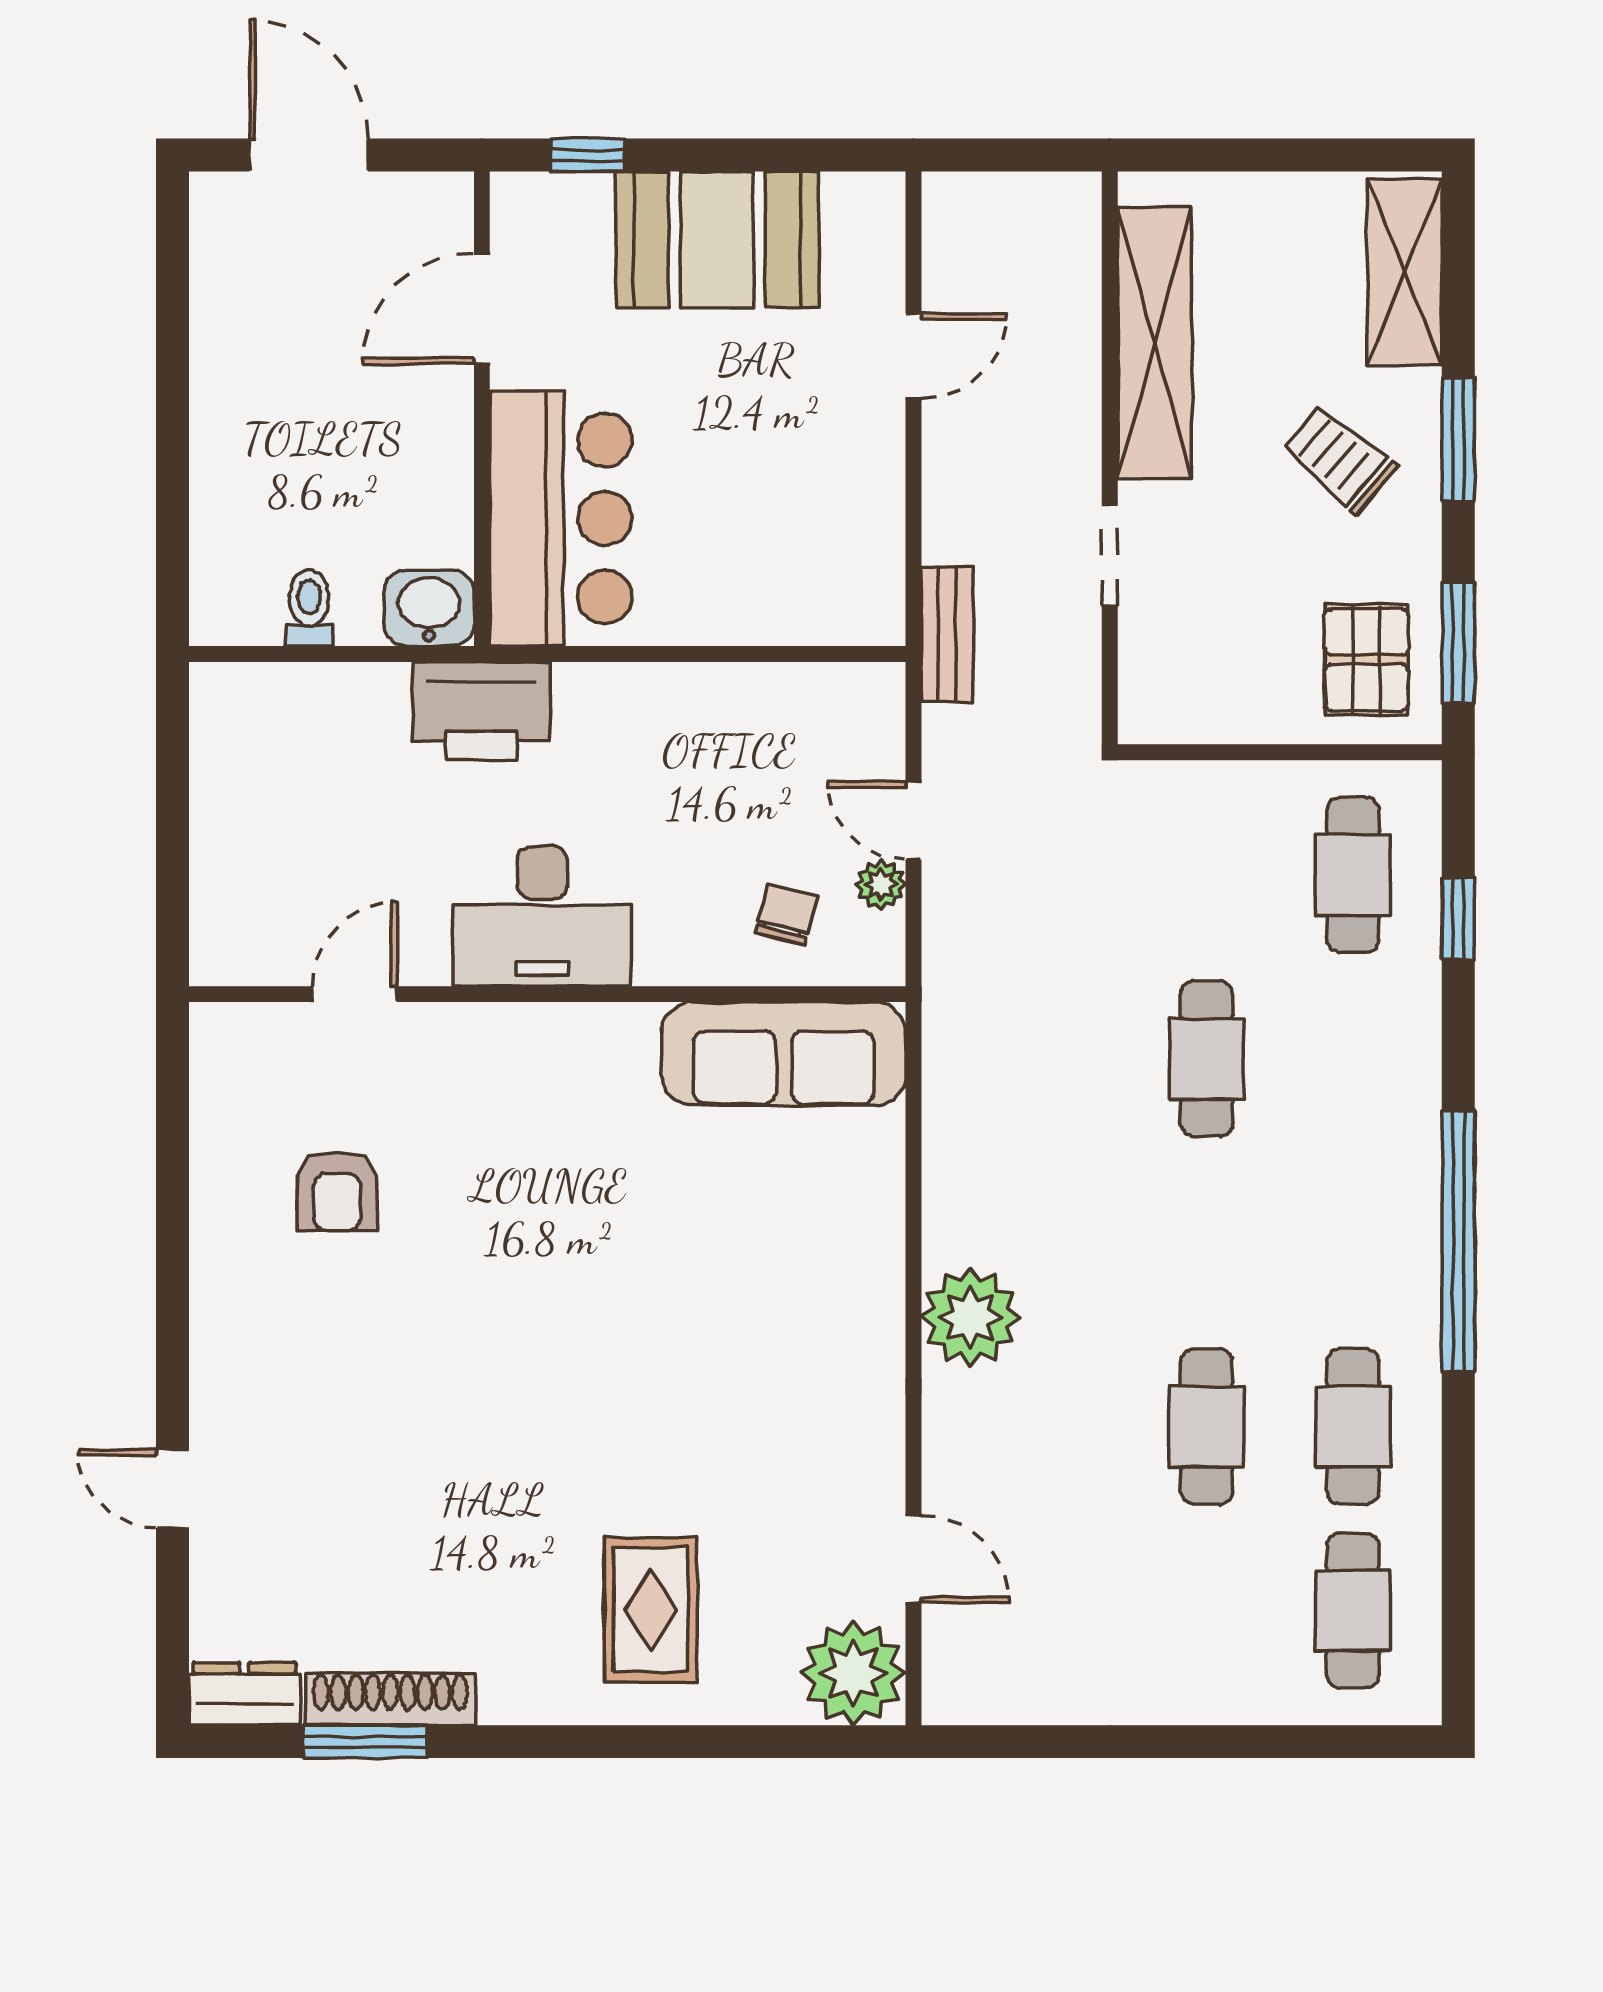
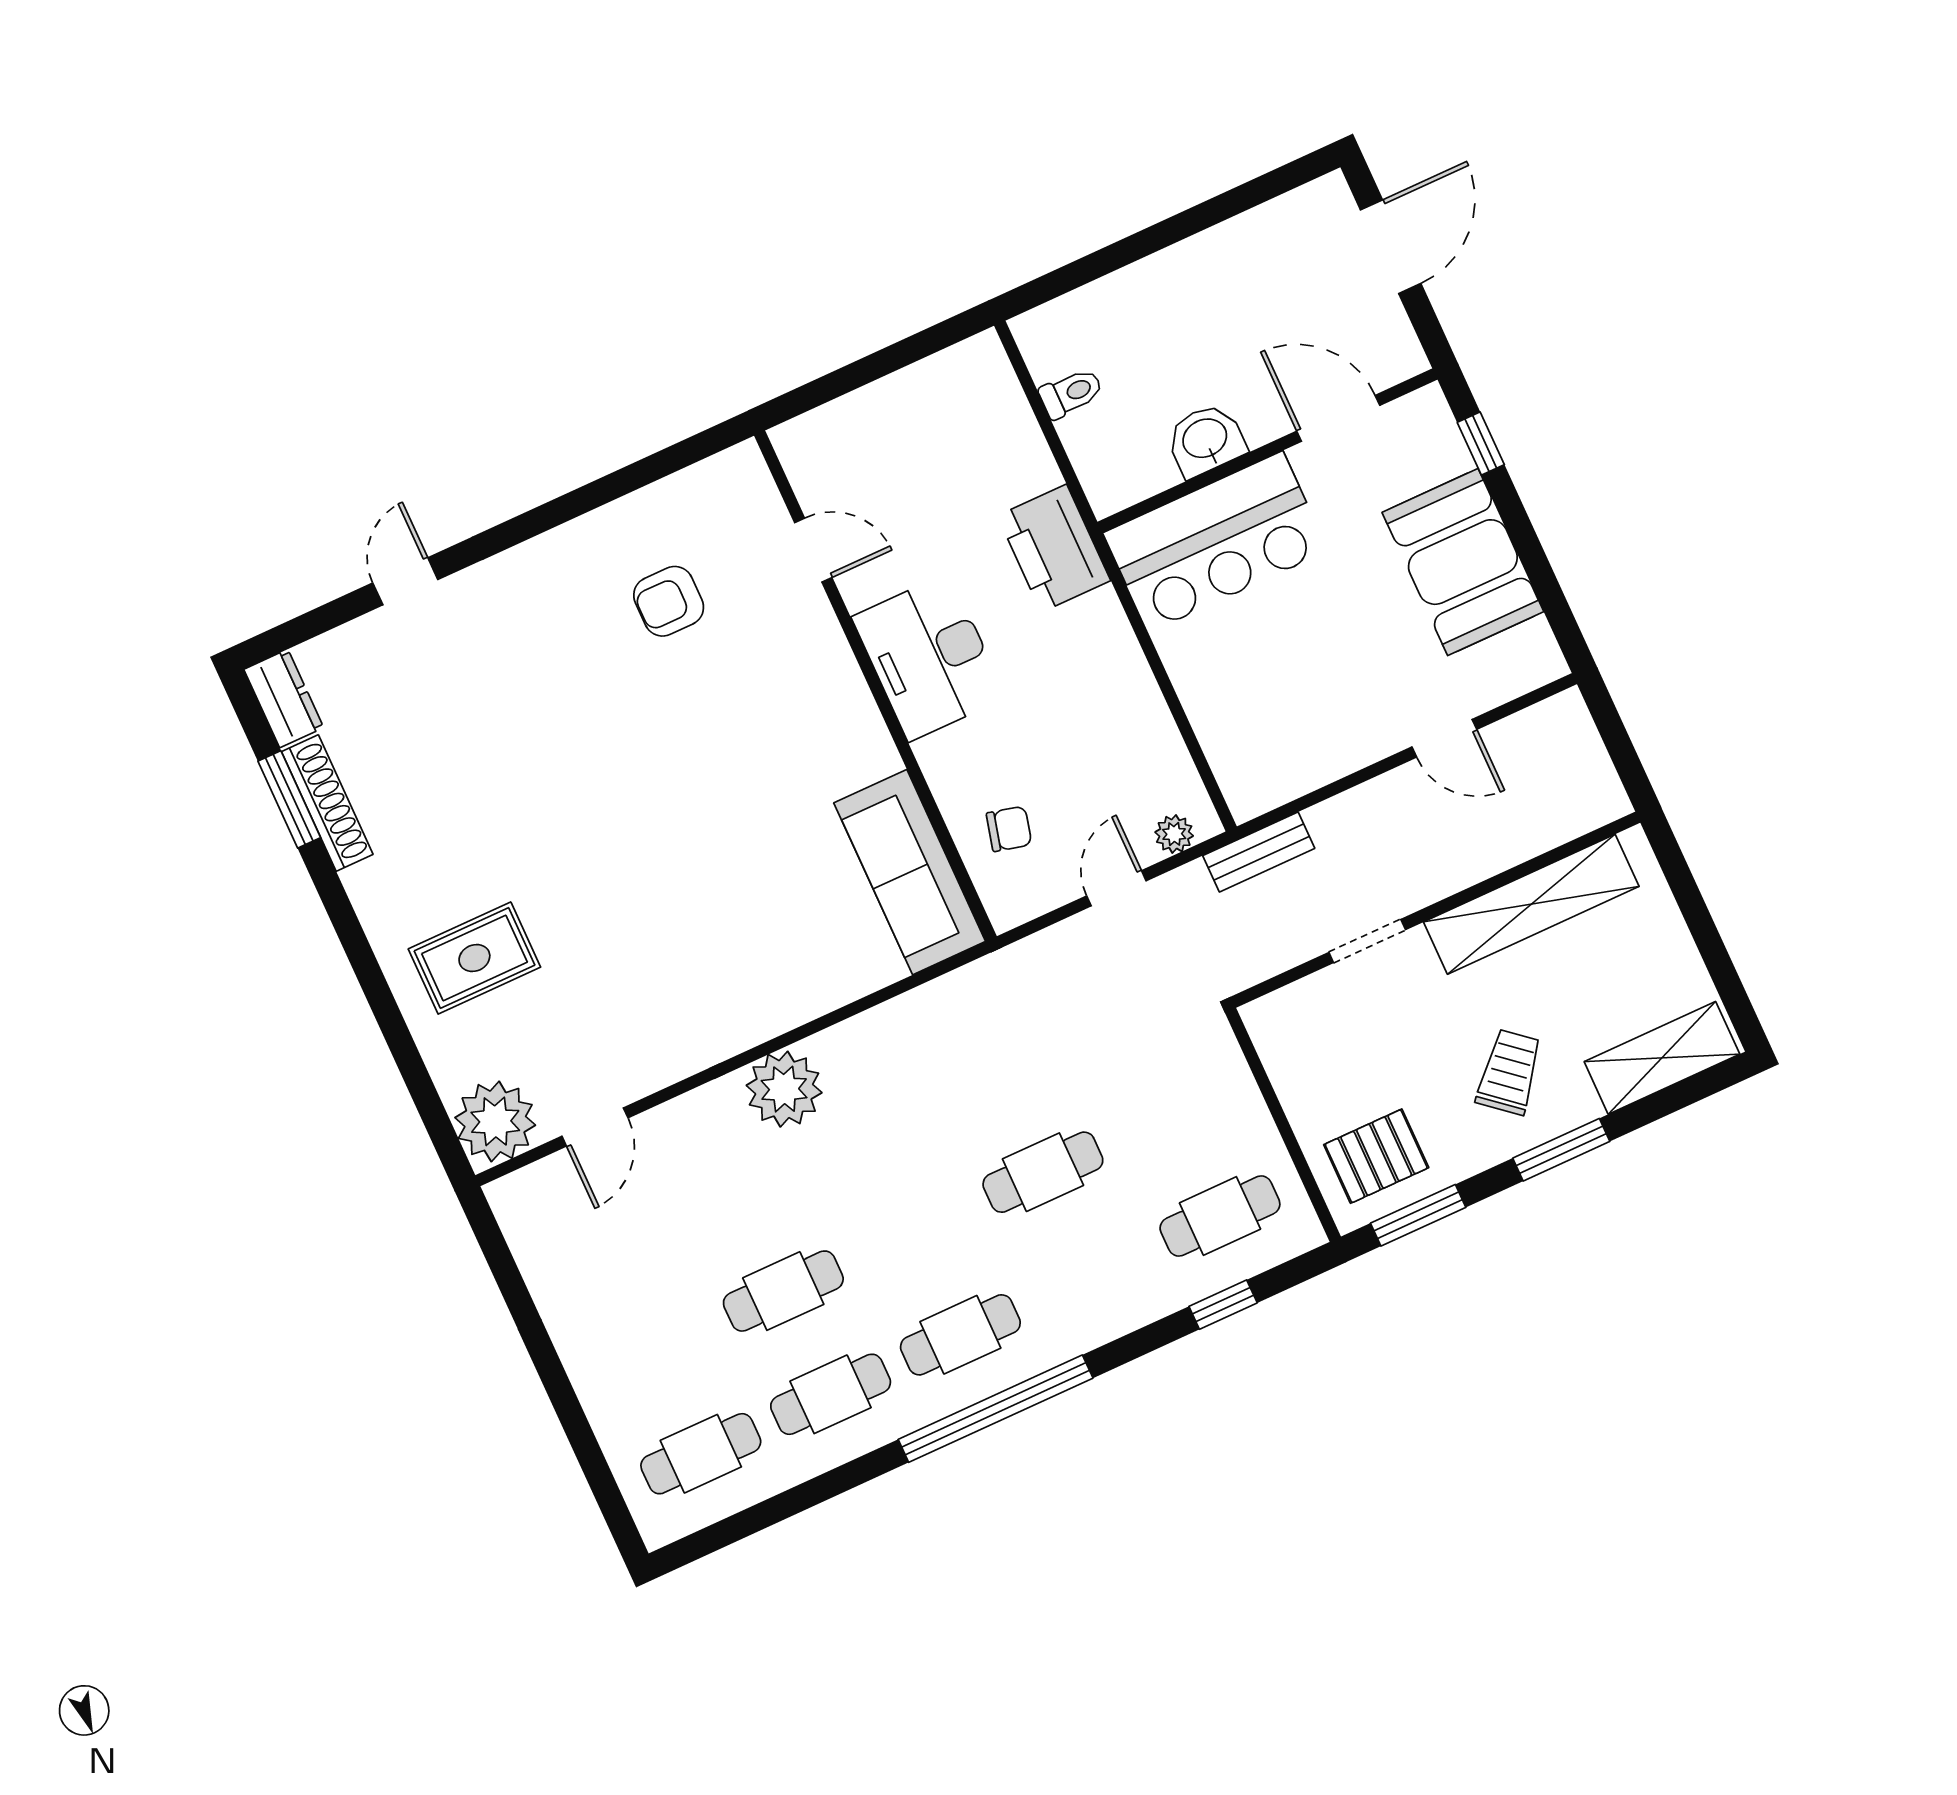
washbasin: (429, 608) -> (1205, 440), moved, turned -90
plant: (881, 884) -> (1174, 834), moved
cafe table: (1353, 1243) -> (960, 1335), added

